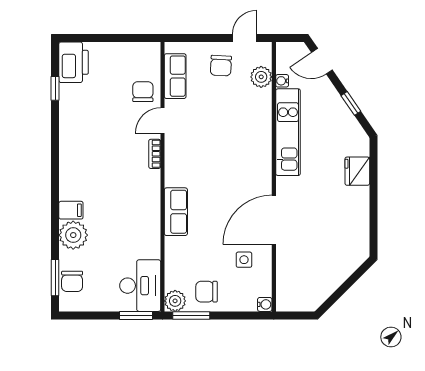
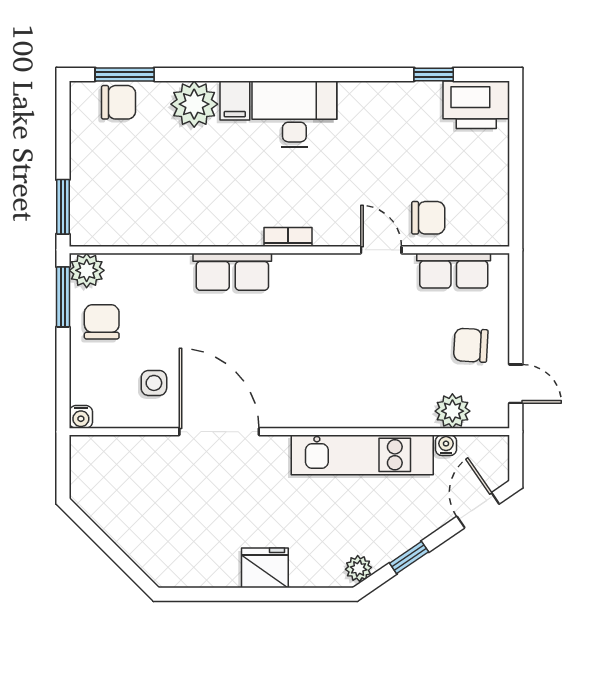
plant: (358, 134) -> (359, 568), added
bookcase: (155, 154) -> (288, 237), moved
fridge: (357, 171) -> (265, 568), moved
chair: (72, 281) -> (119, 102), turned 180
desk: (140, 286) -> (294, 114), moved, turned 180

